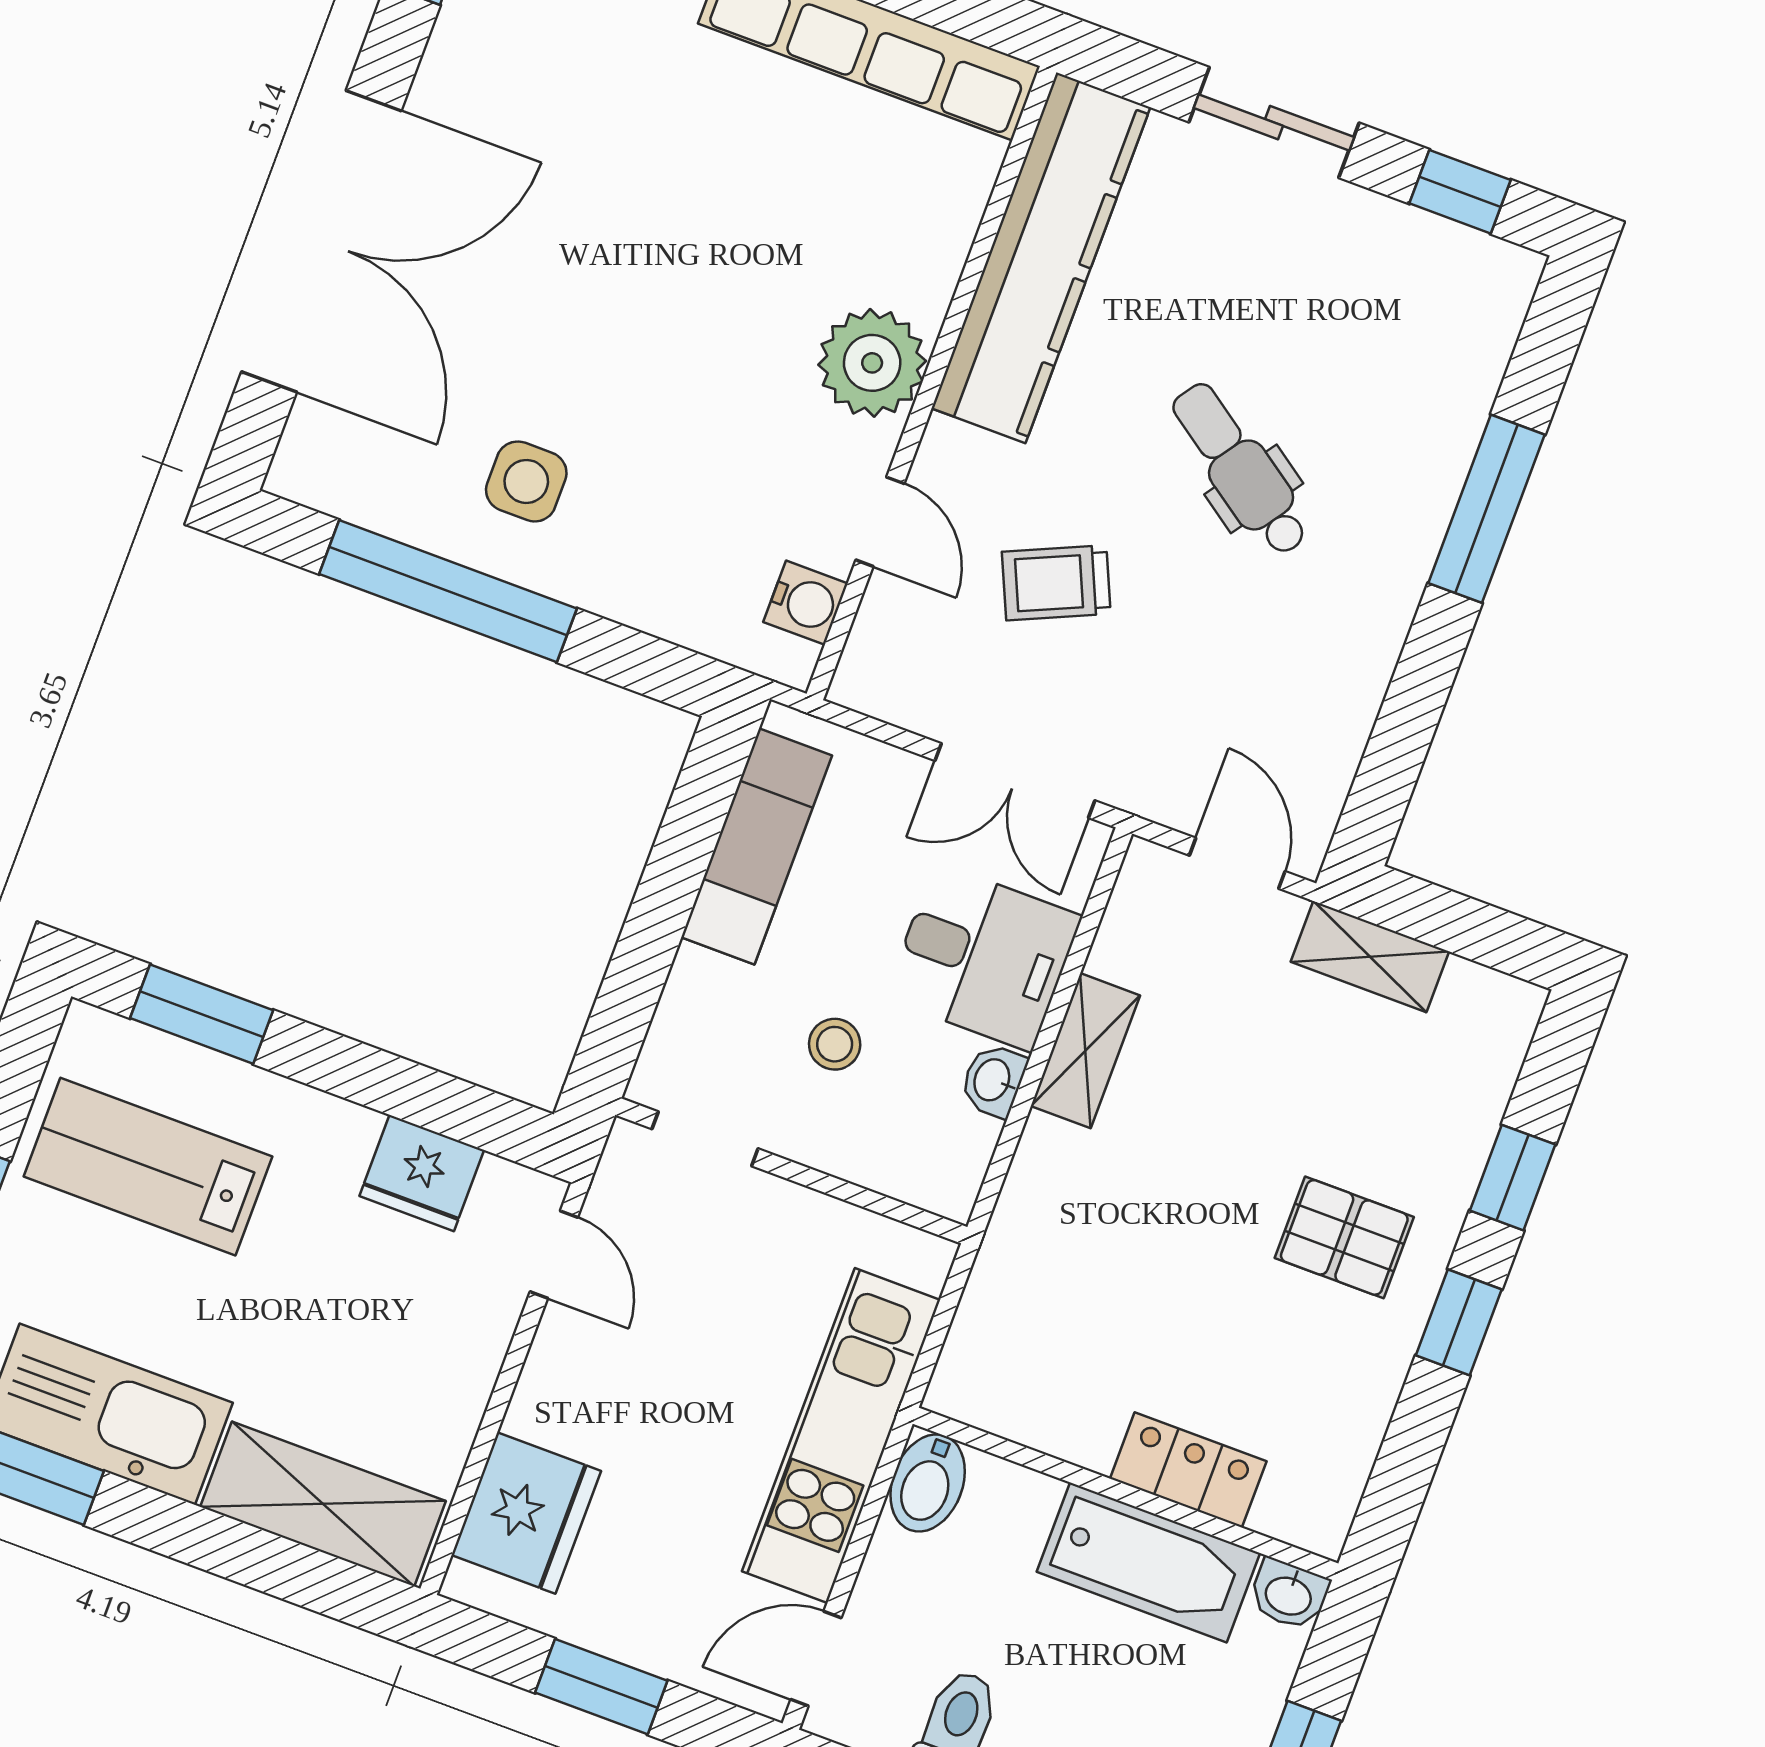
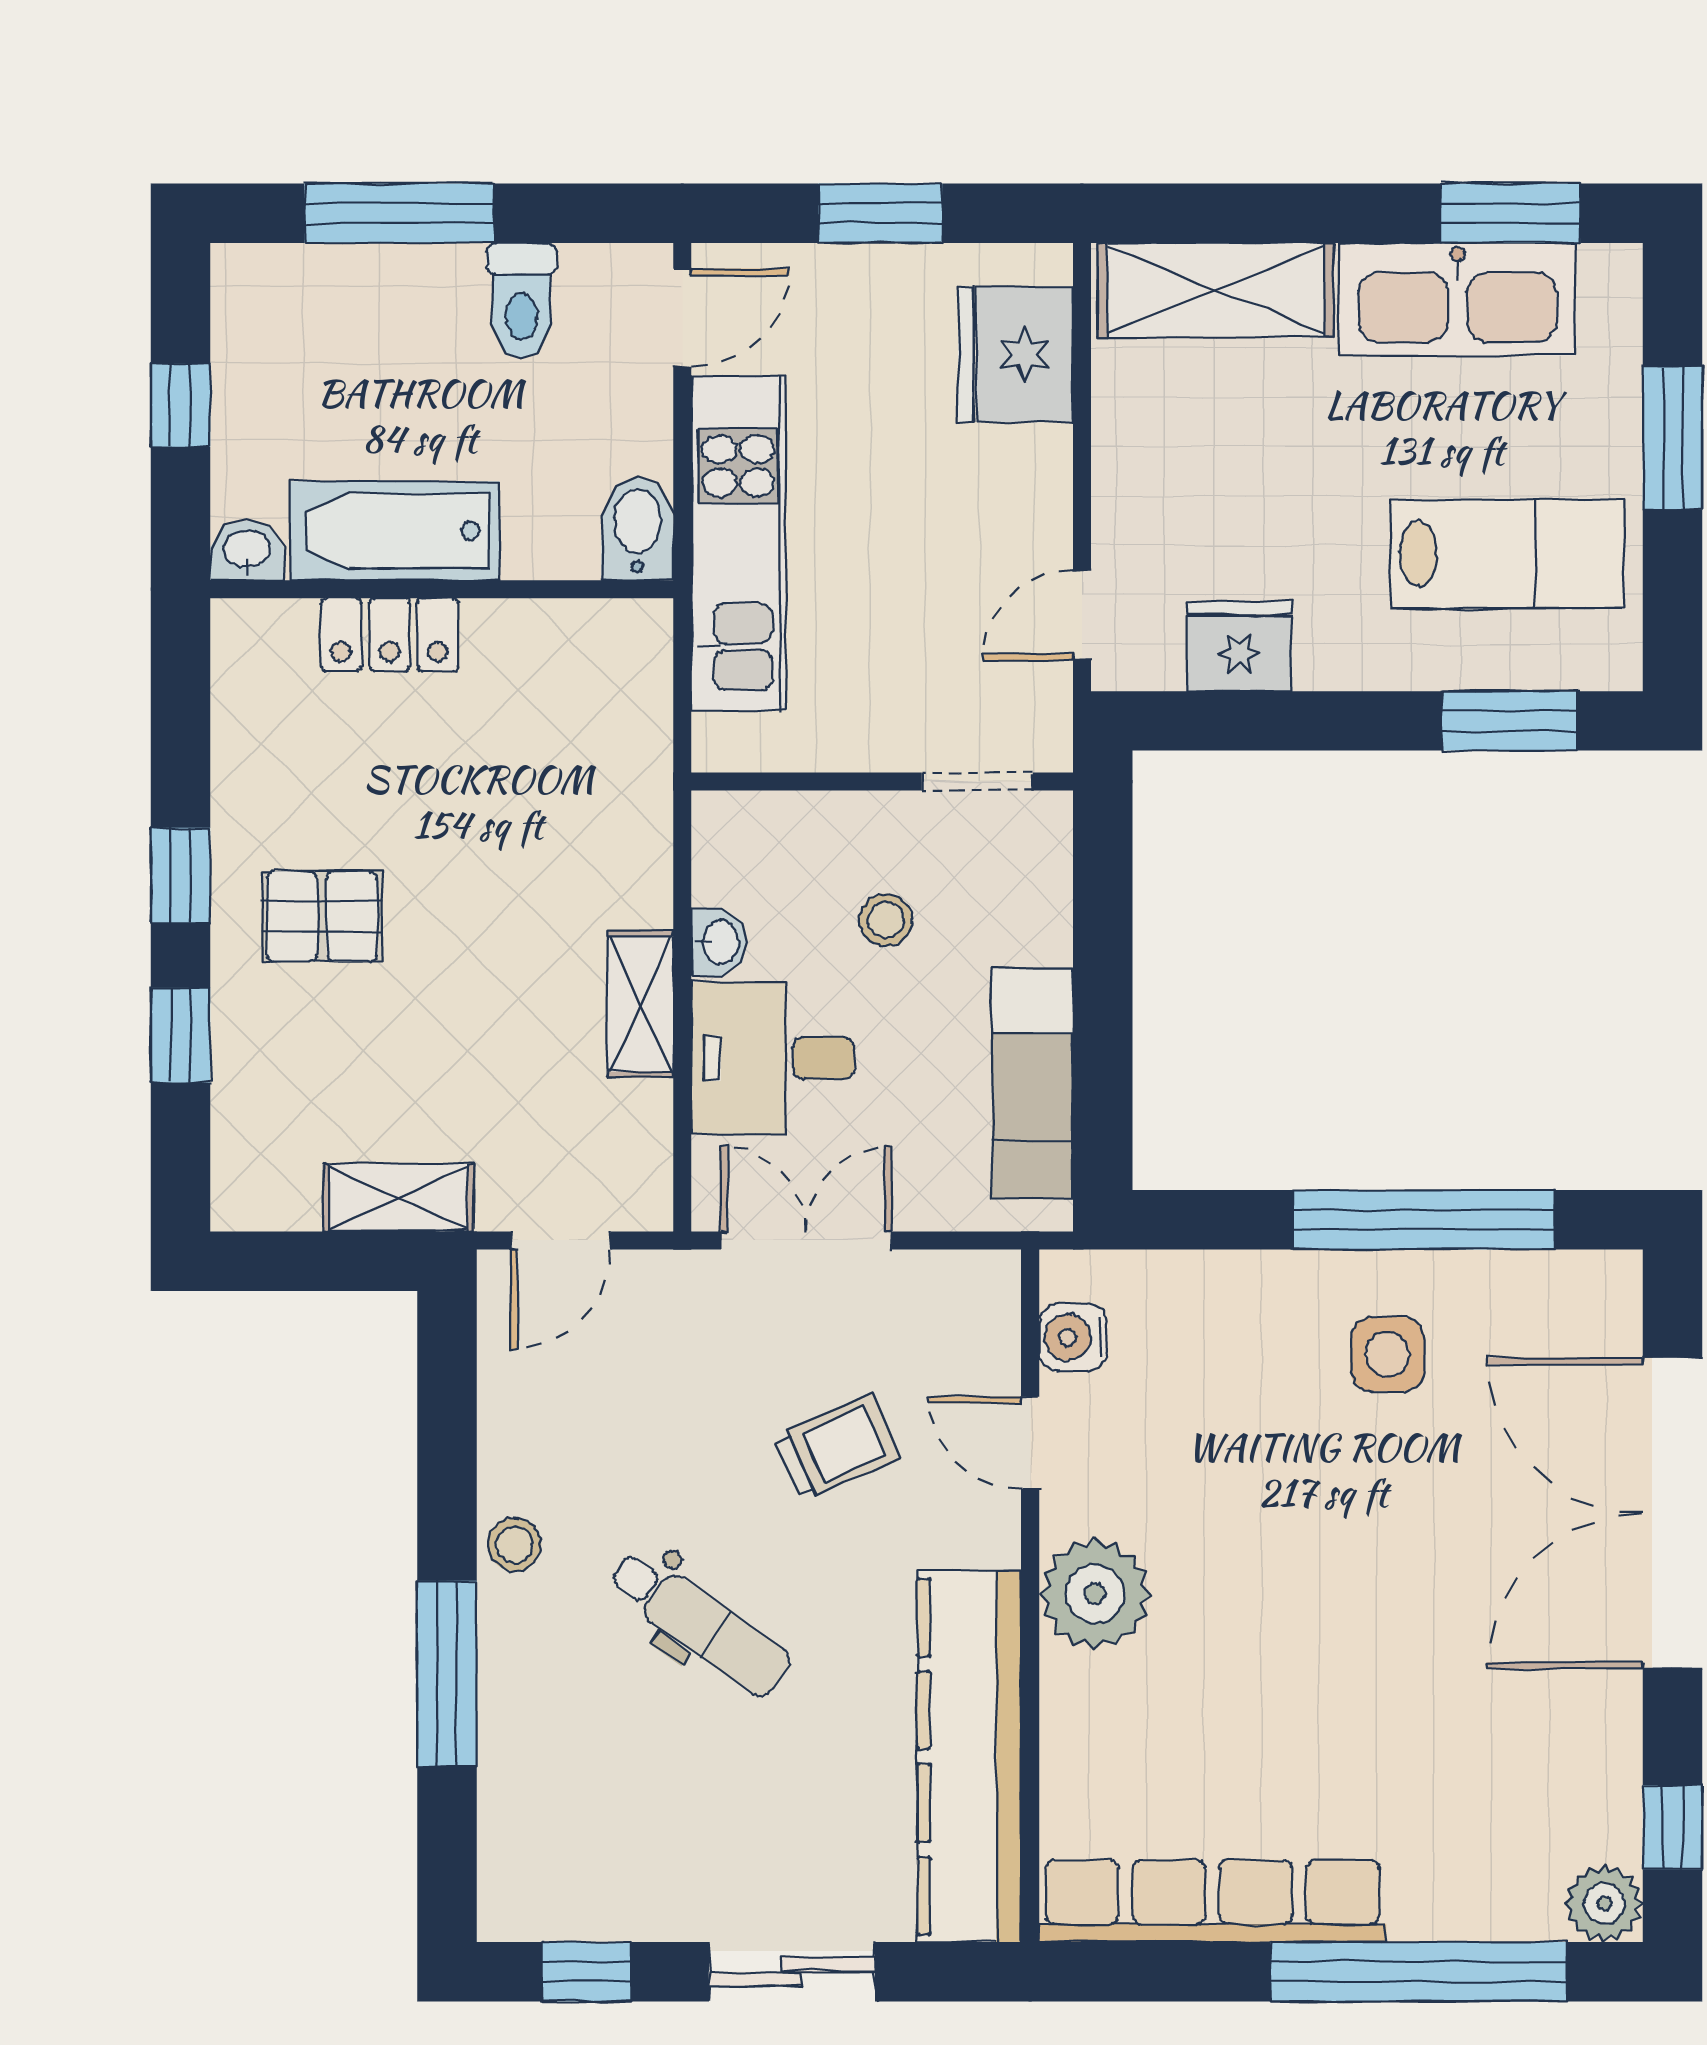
stool: (1382, 603) -> (515, 1545), added
door: (1237, 863) -> (561, 1240), hinge flipped
door: (554, 1254) -> (1082, 615), hinge flipped

